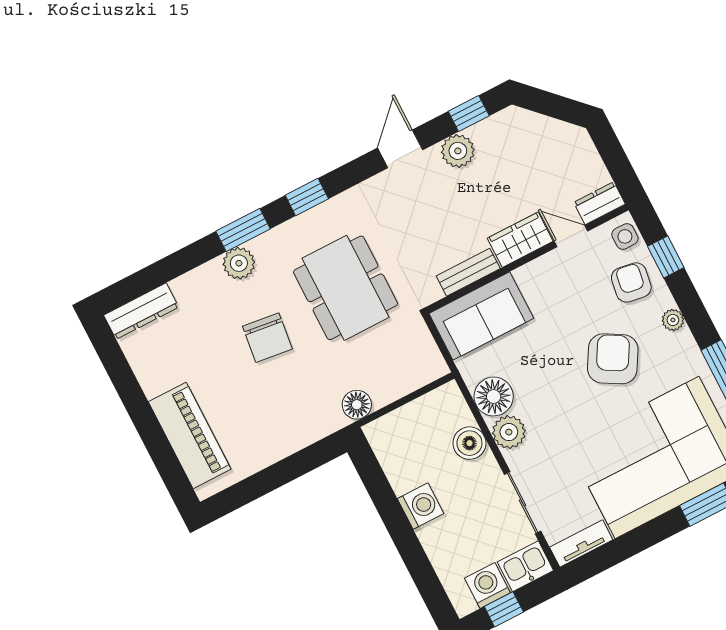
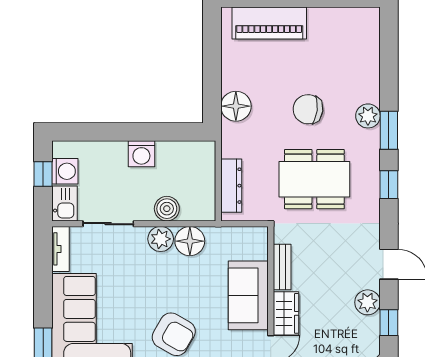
dresser: (141, 311) -> (231, 186), moved, turned 180
sofa: (481, 316) -> (248, 295), moved
floor lamp: (357, 405) -> (236, 106), moved, width x1.38, depth x1.38

